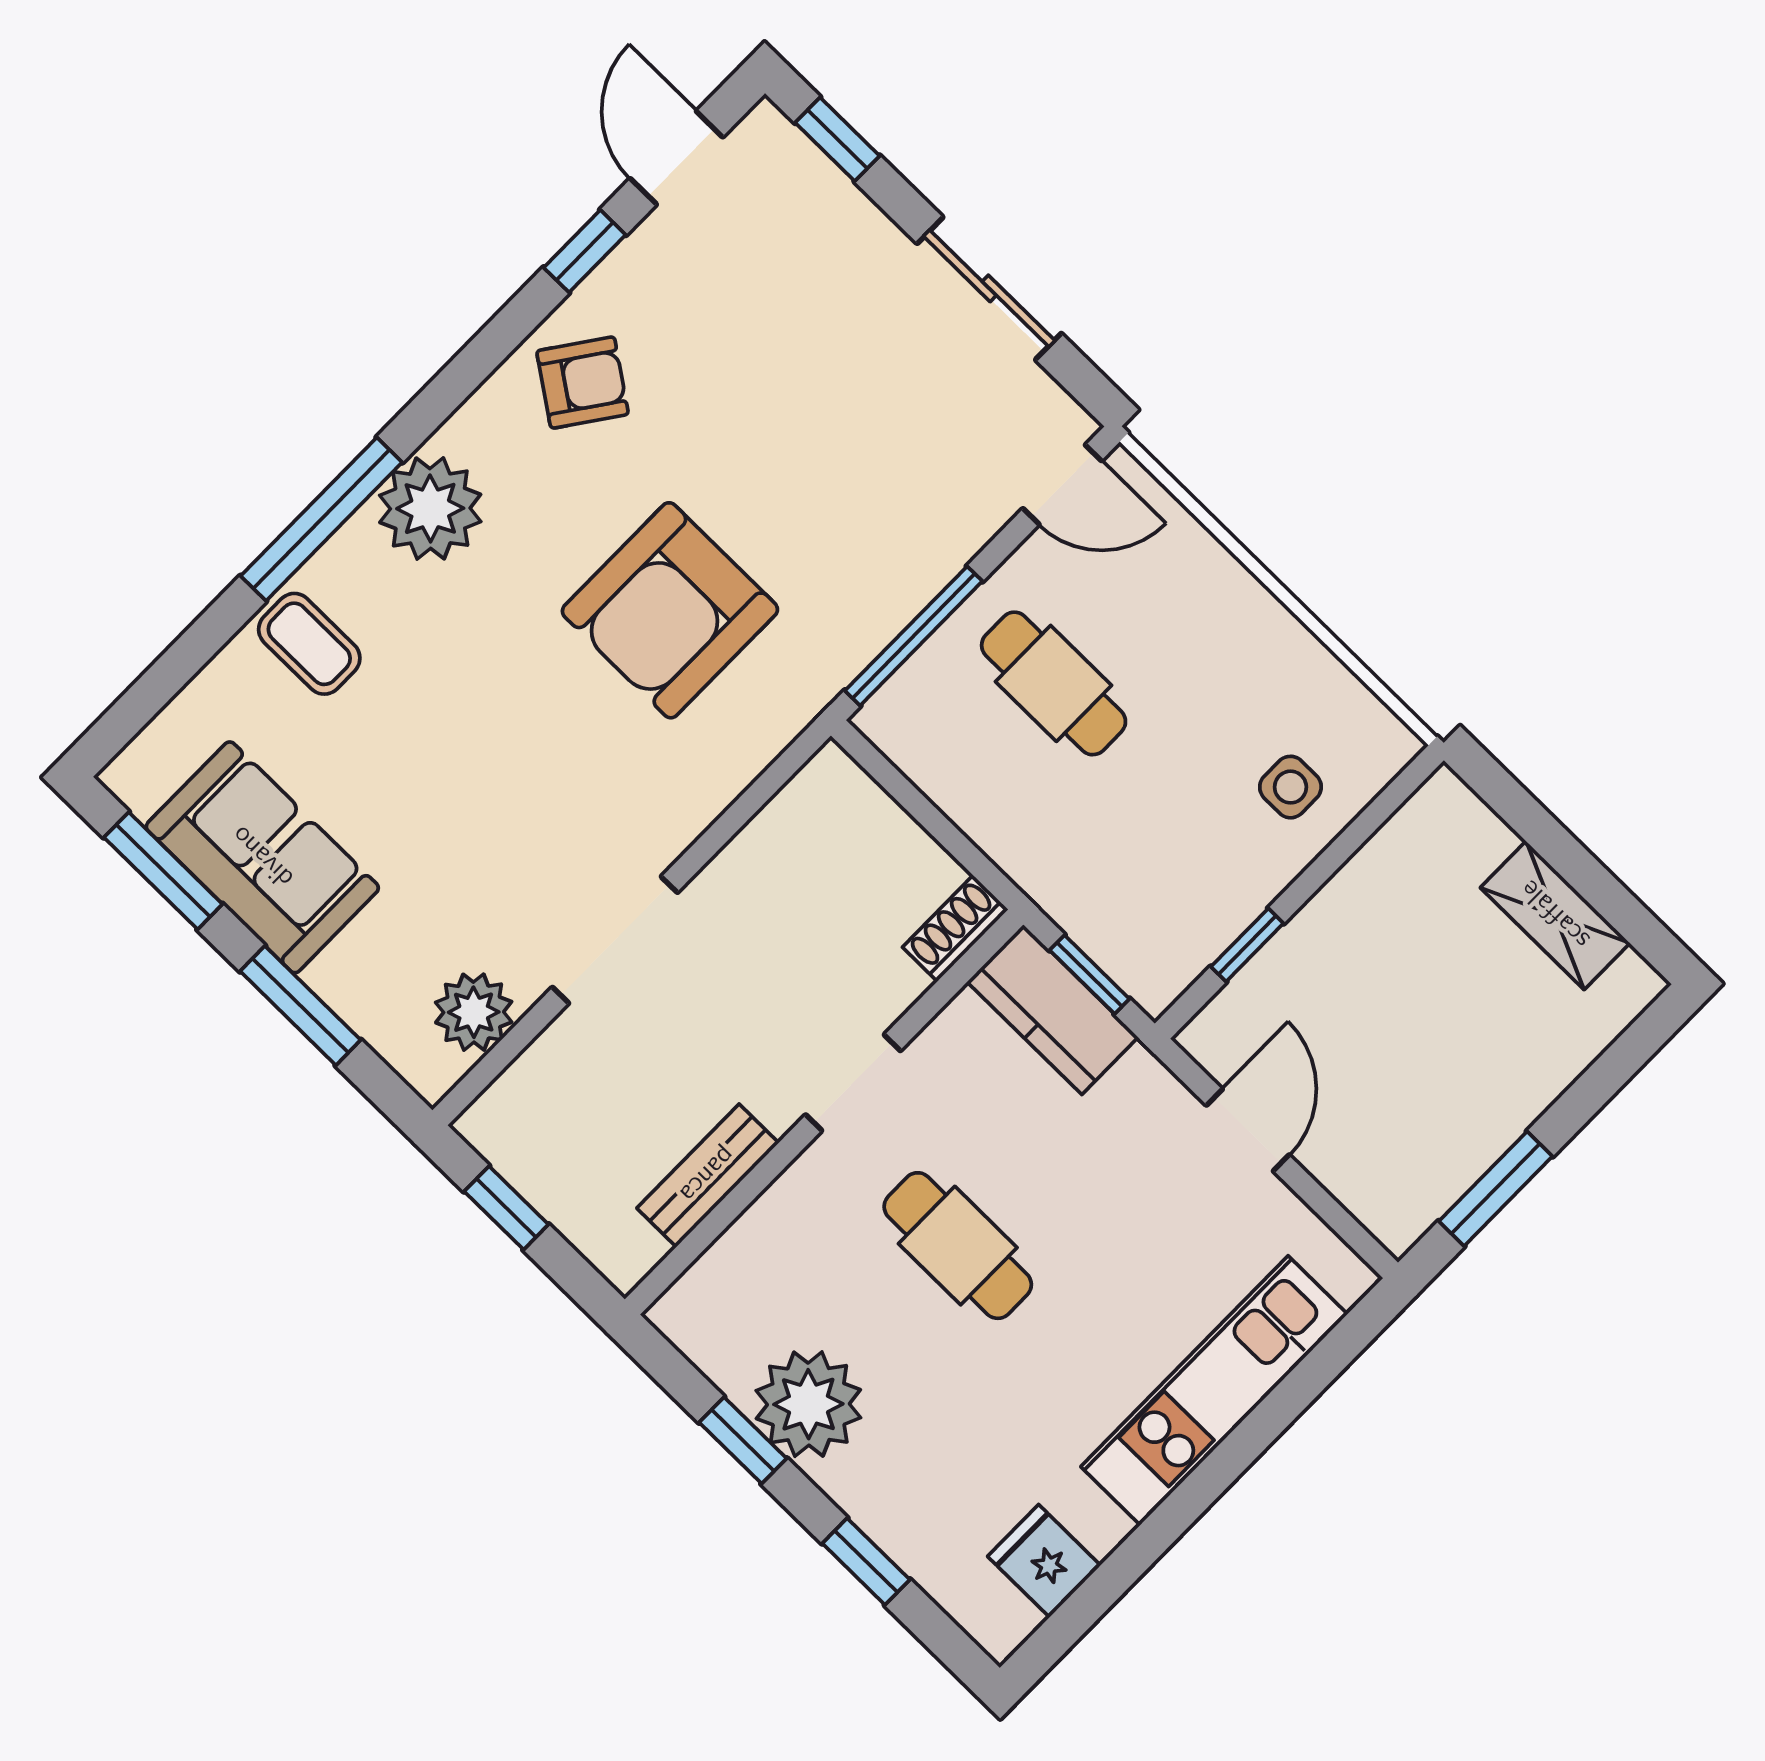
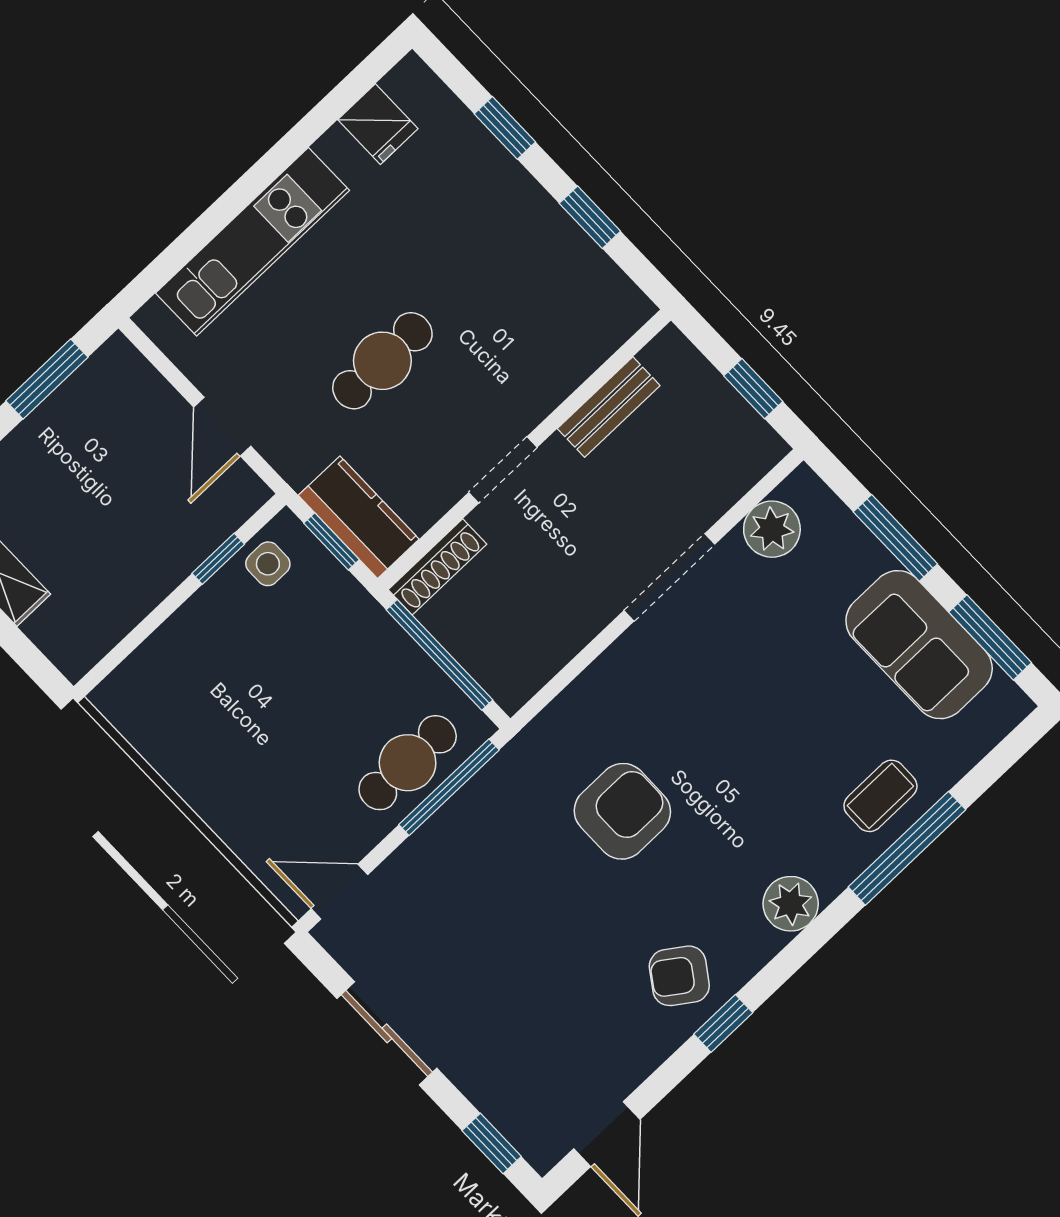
window: (585, 251) -> (723, 1023), moved
plant: (430, 508) -> (791, 904), width x0.73, depth x0.73
window: (321, 519) -> (907, 848), moved
armchair: (670, 610) -> (622, 811), width x0.73, depth x0.73
coffee table: (309, 644) -> (880, 796), turned 90
cafe table: (1054, 683) -> (408, 763), moved, turned 90
side table: (1290, 787) -> (268, 564), moved
window: (933, 821) -> (440, 655), added
shoe rack: (955, 928) -> (437, 567), width x1.43
cafe table: (958, 1246) -> (382, 361), moved, turned 90
plant: (808, 1404) -> (542, 241), removed

